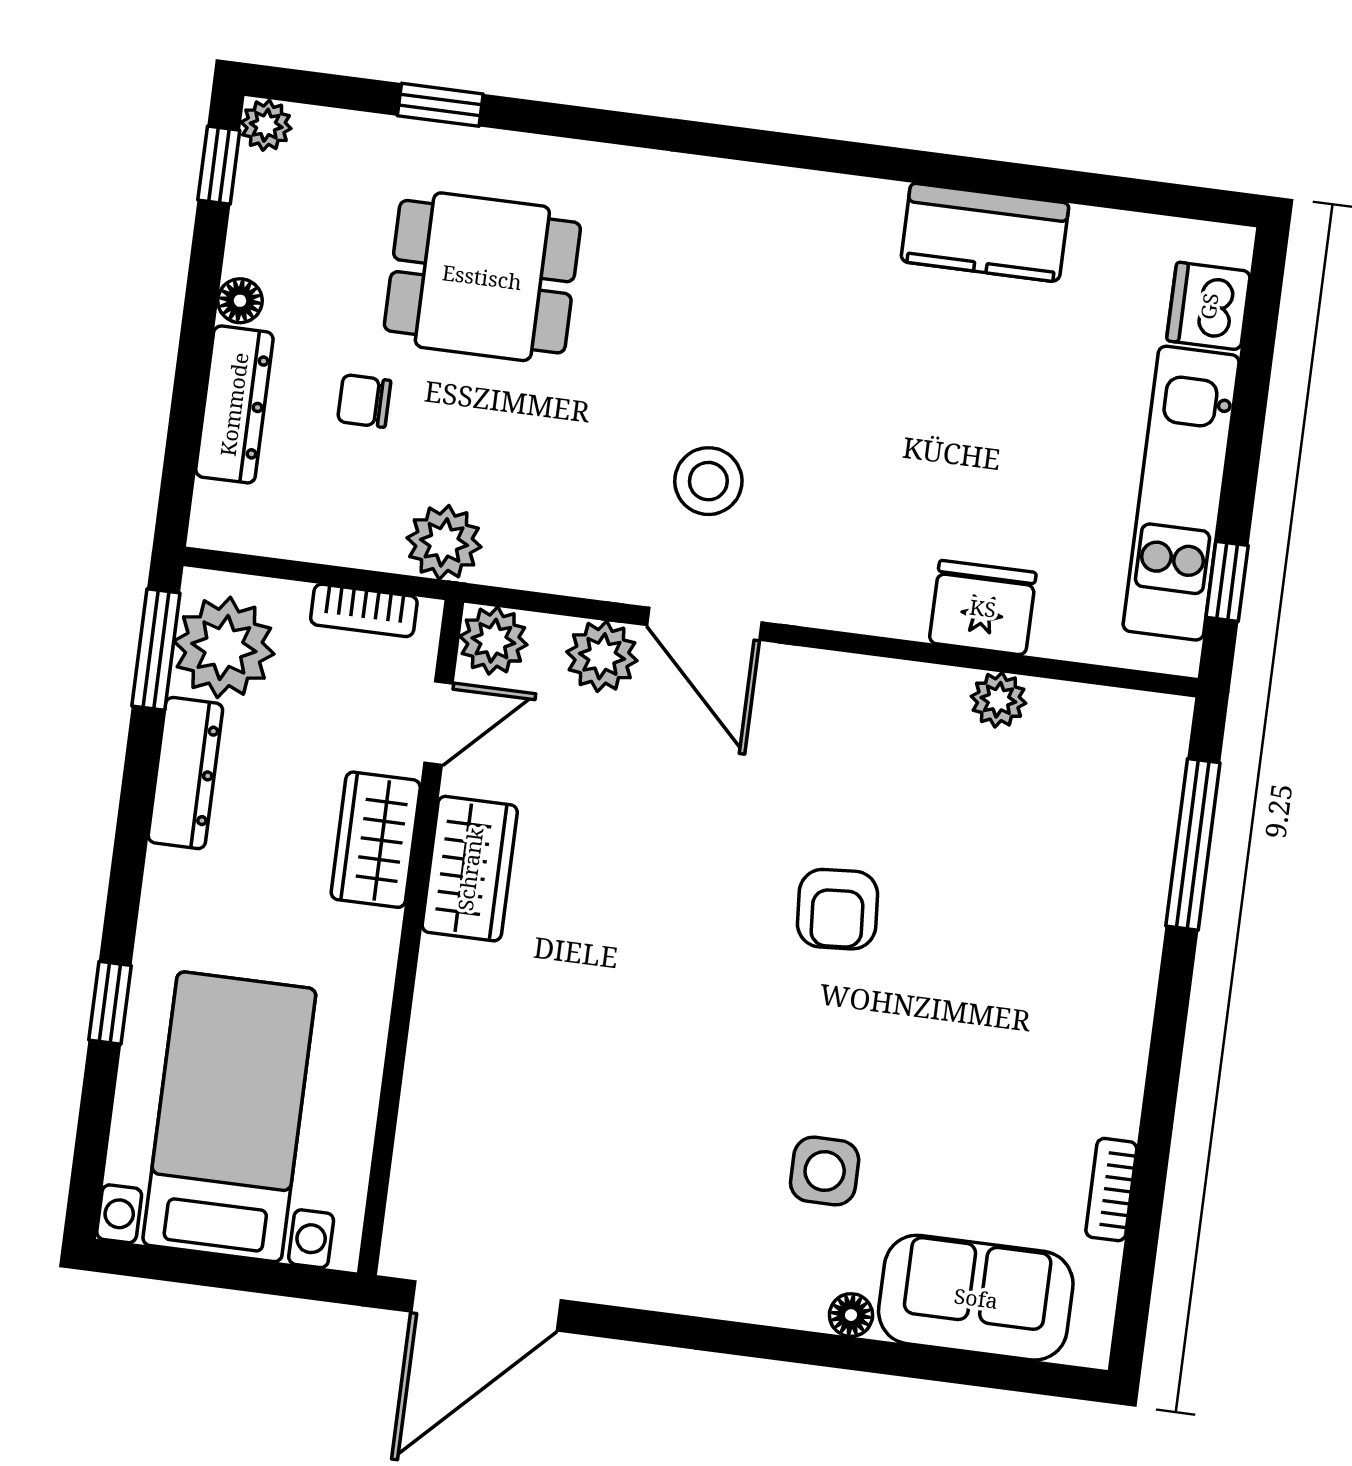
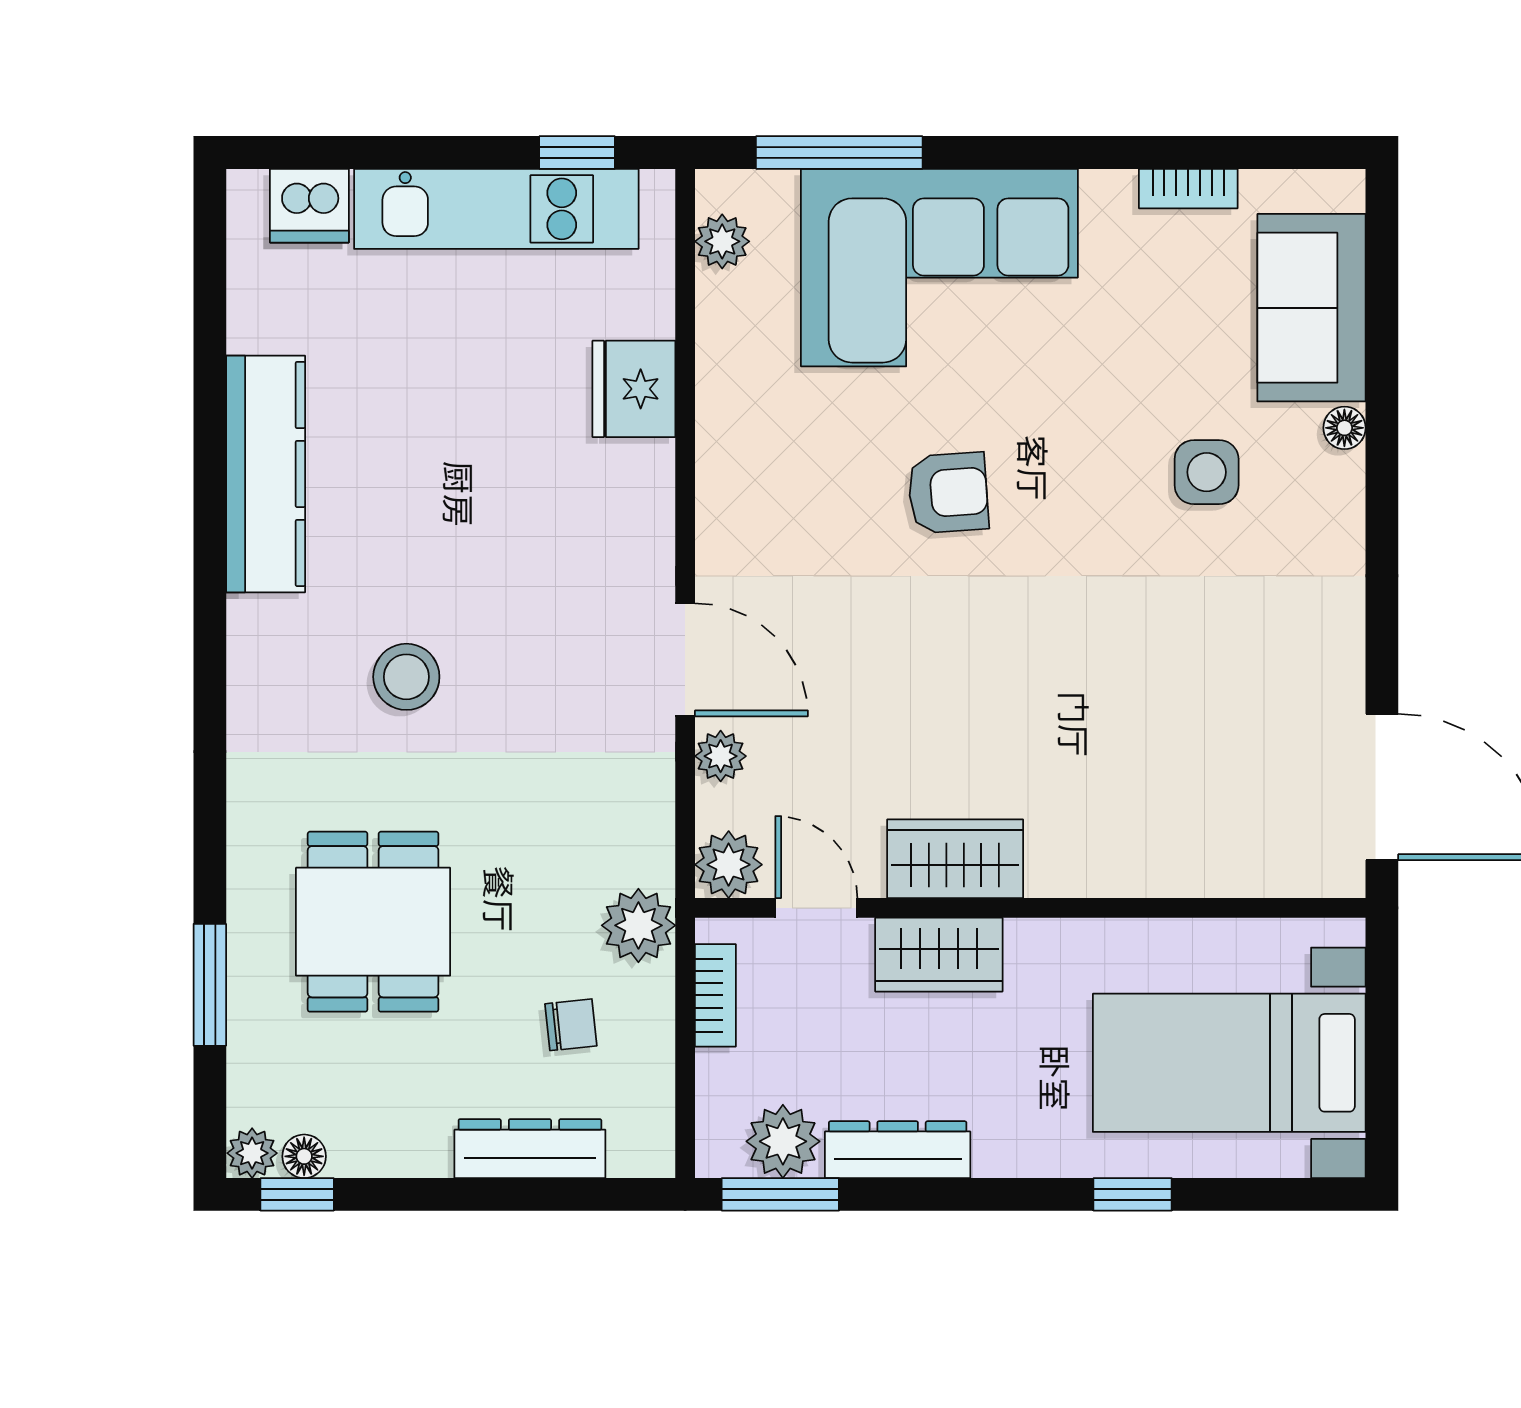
window: (440, 105) -> (210, 985), width x1.50
kitchen counter: (985, 232) -> (266, 474), width x1.50
floor lamp: (240, 301) -> (304, 1156), moved
chair: (364, 401) -> (571, 1025), moved, turned -96
stool: (708, 481) -> (406, 677), moved
door: (704, 624) -> (685, 660), hinge flipped
plant: (224, 647) -> (783, 1141), width x0.73, depth x0.73
plant: (602, 656) -> (721, 756), width x0.73, depth x0.73
plant: (998, 700) -> (722, 241), moved
corner sofa: (1064, 930) -> (939, 268), added

